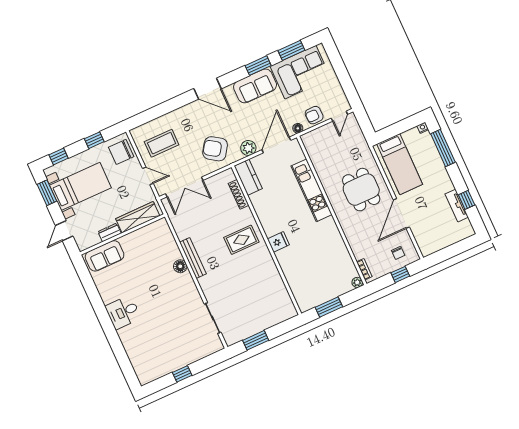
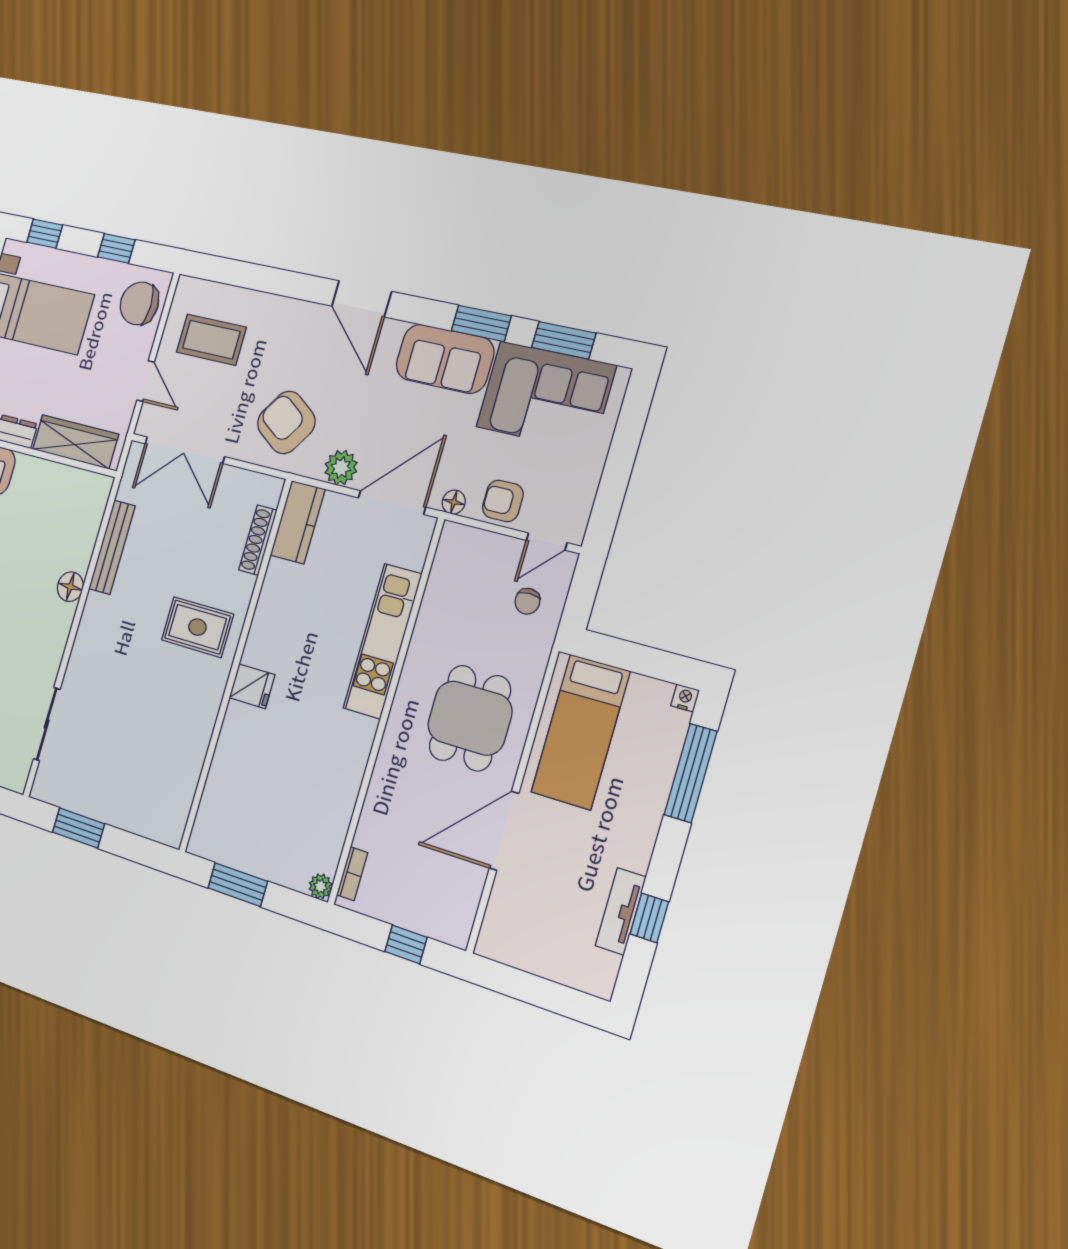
chair: (398, 253) -> (527, 601), moved
bench: (193, 258) -> (112, 547), moved

